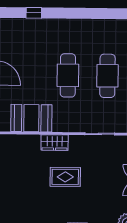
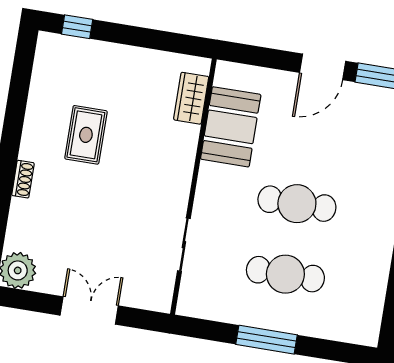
wardrobe: (55, 143) -> (191, 98), moved
rug: (65, 177) -> (86, 135), moved

